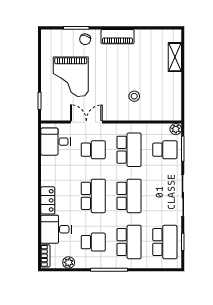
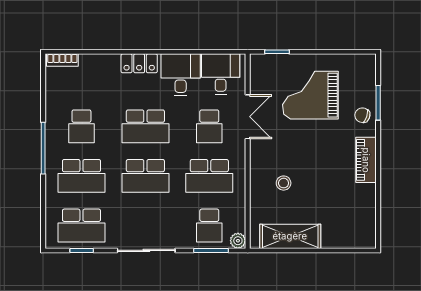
shelving: (175, 57) -> (290, 236), moved, width x1.50, depth x1.33
desk: (56, 229) -> (181, 75), moved
plant: (69, 262) -> (53, 92), removed

